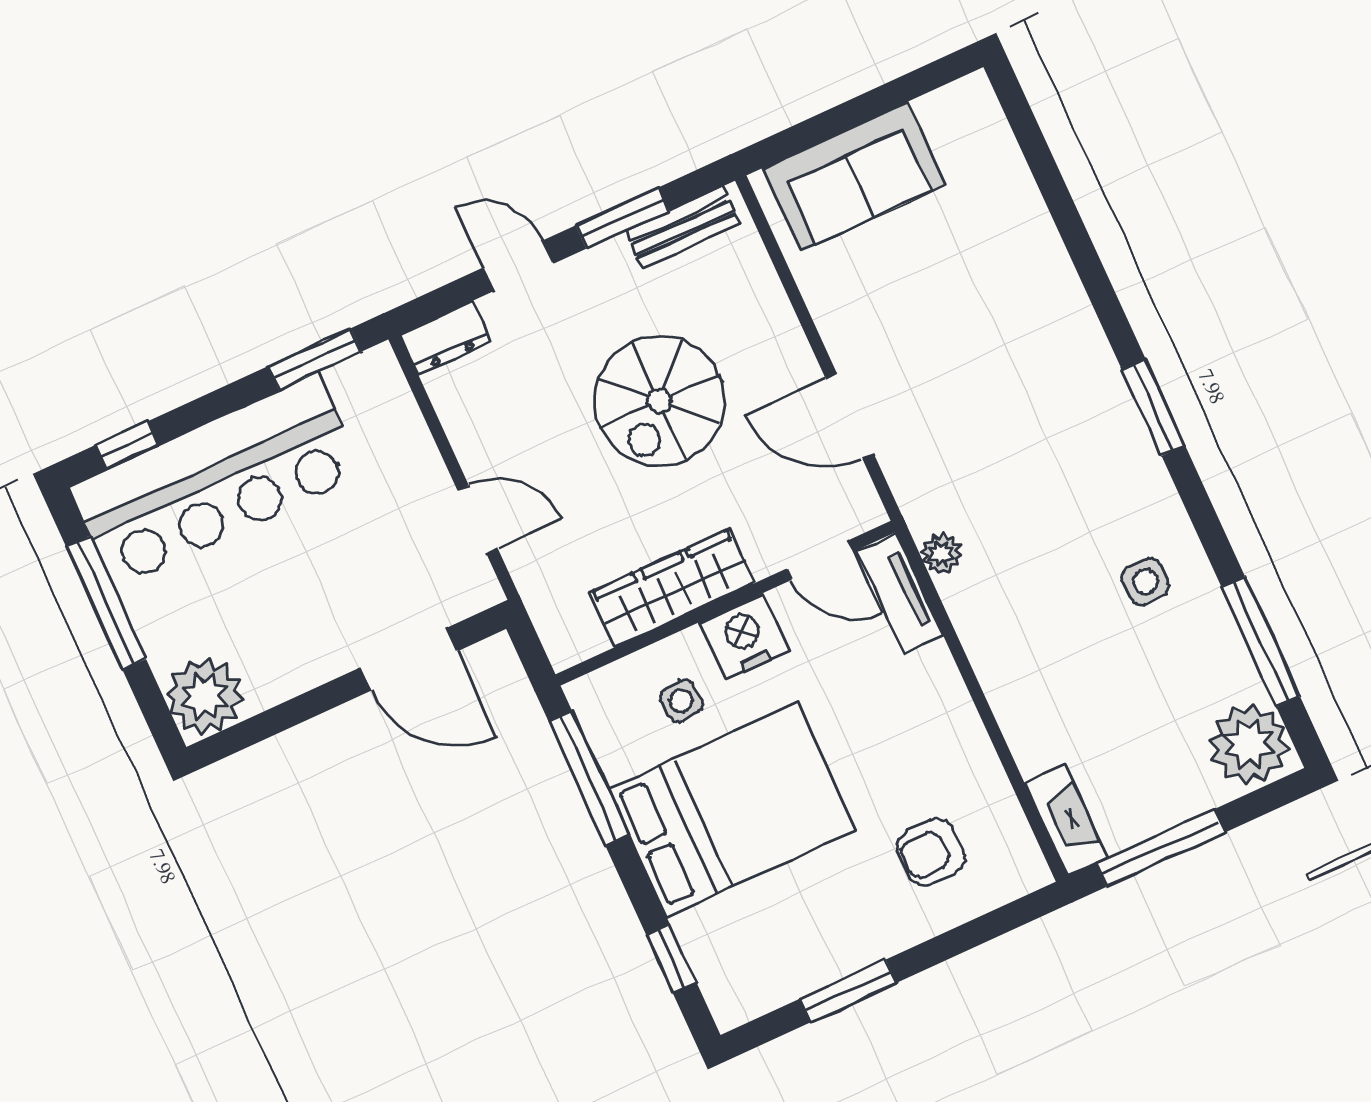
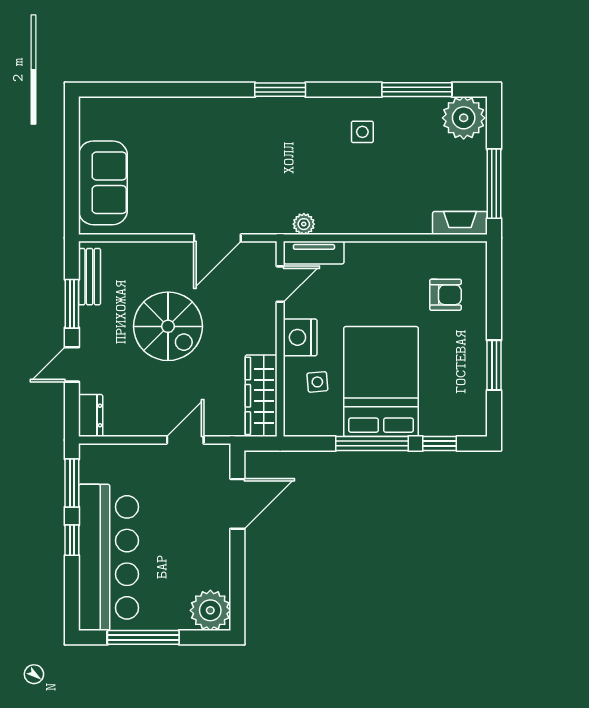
window: (127, 445) -> (72, 540), moved
wardrobe: (672, 588) -> (261, 396), moved
window: (589, 778) -> (372, 444), moved
armchair: (931, 852) -> (445, 295), turned -89

